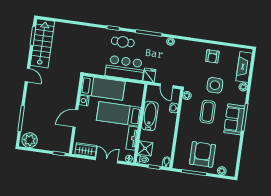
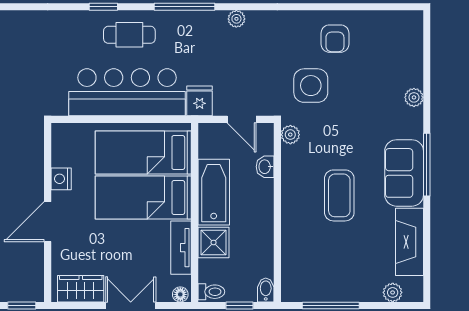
fireplace: (244, 67) -> (409, 242), moved
bar counter: (125, 68) -> (127, 92), width x1.36
side table: (215, 85) -> (311, 86), moved
bed: (103, 88) -> (143, 153), moved, turned 180
coffee table: (208, 112) -> (339, 195), moved
shower: (145, 148) -> (214, 242), moved
armchair: (202, 154) -> (344, 262), removed

